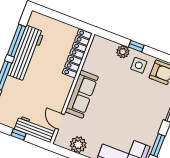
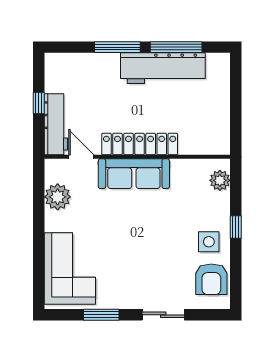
plant: (123, 52) -> (220, 180), moved
locker: (77, 53) -> (140, 144), moved
door: (60, 121) -> (81, 157), hinge flipped

